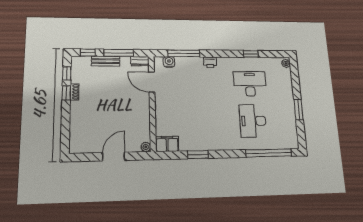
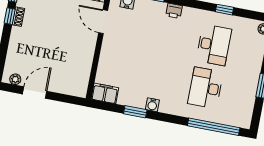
desk: (250, 84) -> (214, 45), turned 90
water cooler: (211, 145) -> (152, 105), added
plant: (146, 147) -> (15, 79), moved
door: (114, 157) -> (35, 93), moved

